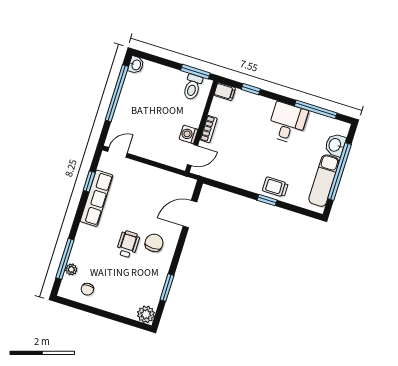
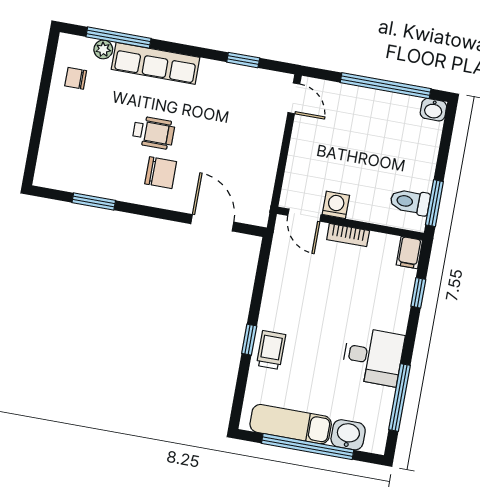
row of seats: (97, 198) -> (156, 63), moved
plant: (146, 314) -> (48, 174), removed

